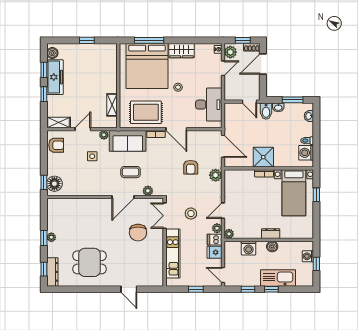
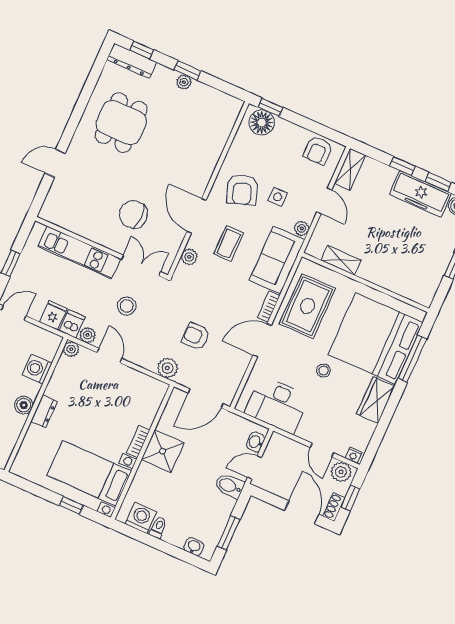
washbasin: (278, 107) -> (256, 442), moved
armchair: (97, 178) -> (242, 190), added

